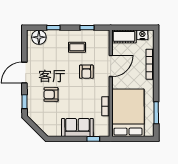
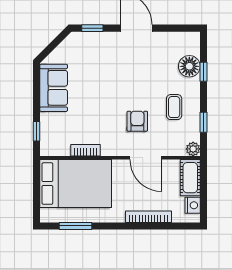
plant: (105, 35) -> (193, 149), added
floor lamp: (39, 37) -> (189, 66), moved
armchair: (86, 72) -> (137, 121), turned 90
armchair: (51, 94) -> (103, 68), removed
sofa: (77, 127) -> (54, 88), moved

